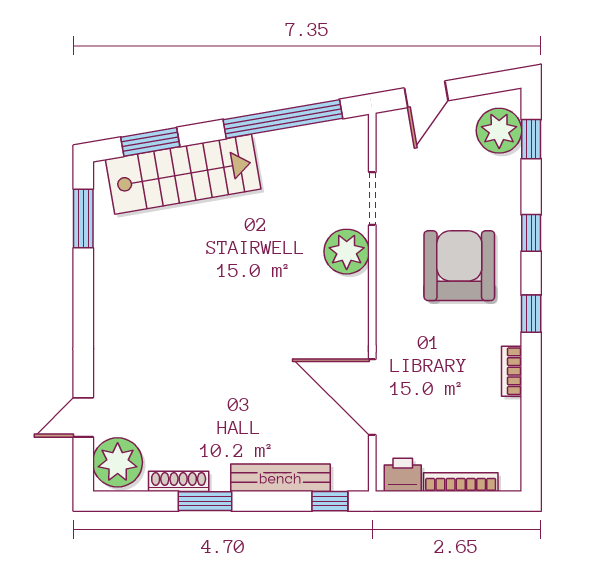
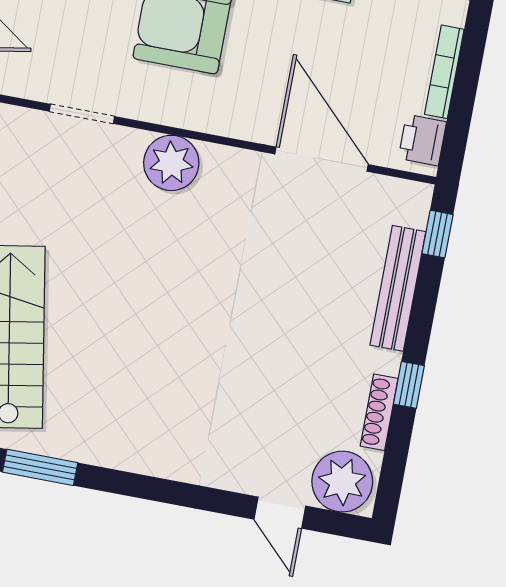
plant: (347, 252) -> (171, 163), moved
door: (372, 397) -> (321, 159), swing flipped
window: (205, 501) -> (409, 385), width x0.67

